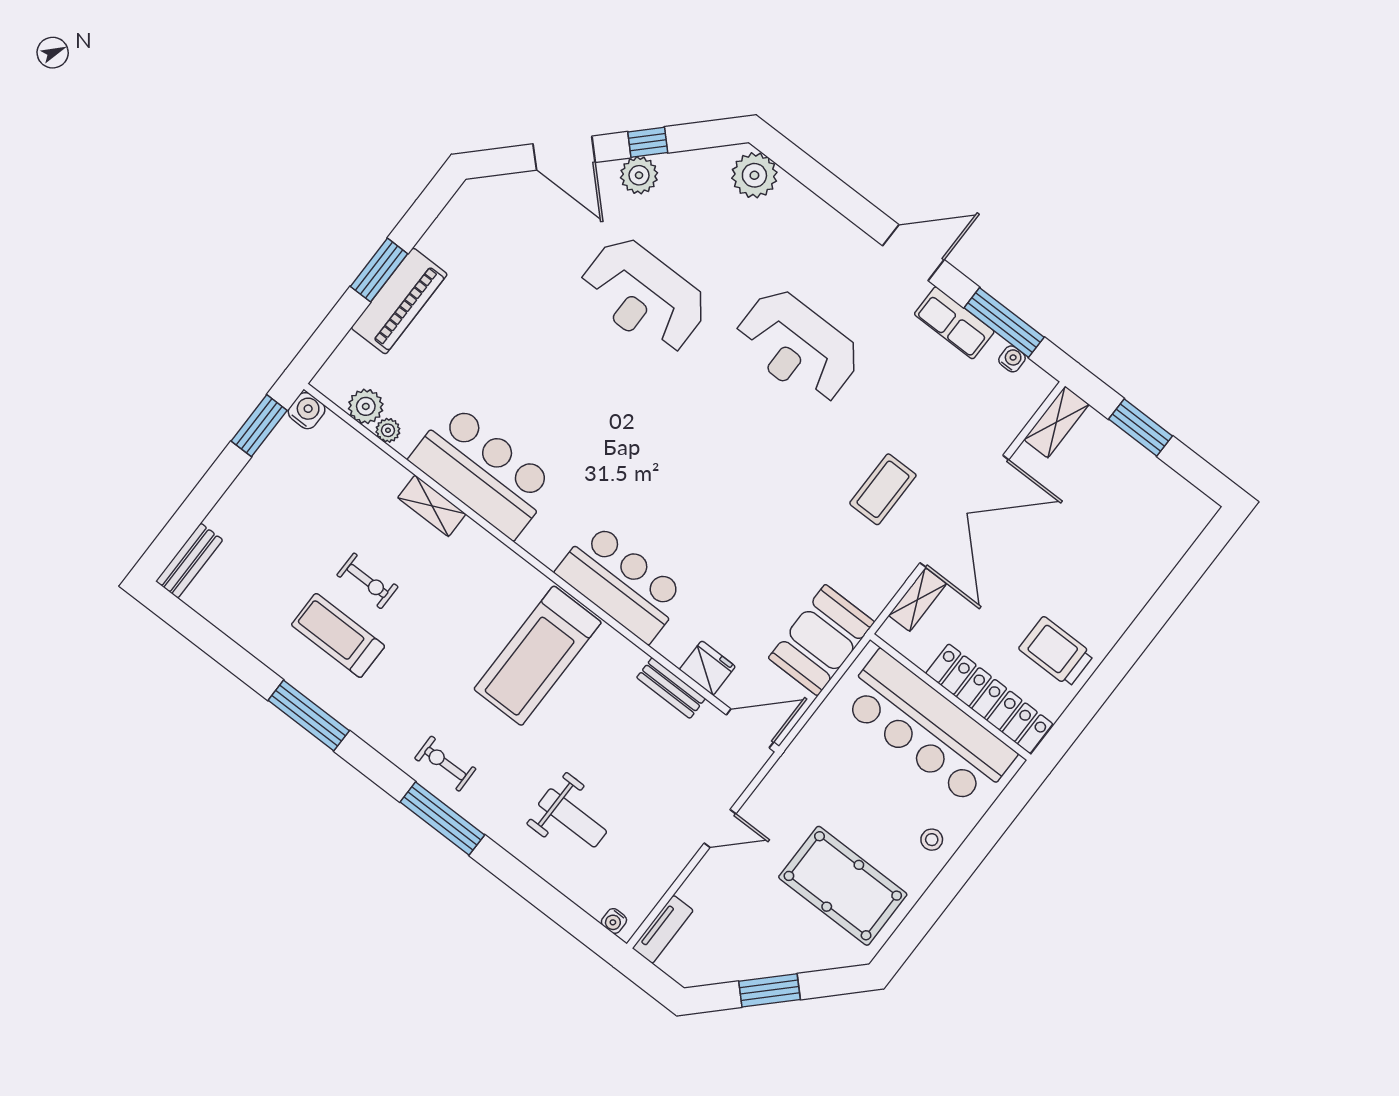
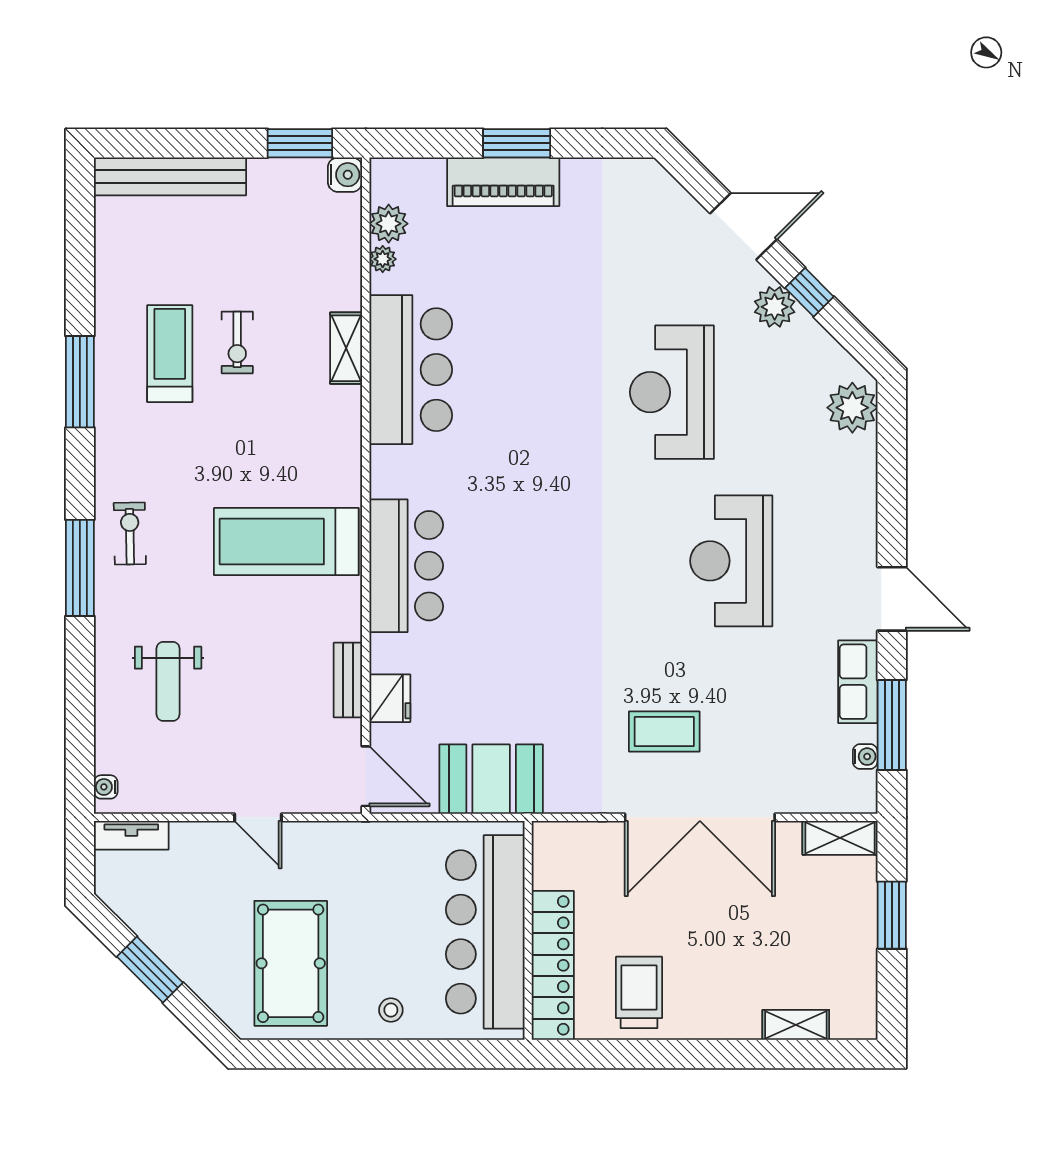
door: (564, 153) -> (744, 226), swing flipped
bench: (189, 561) -> (170, 176), width x1.86, depth x1.21
shelving: (918, 600) -> (796, 1025), moved

